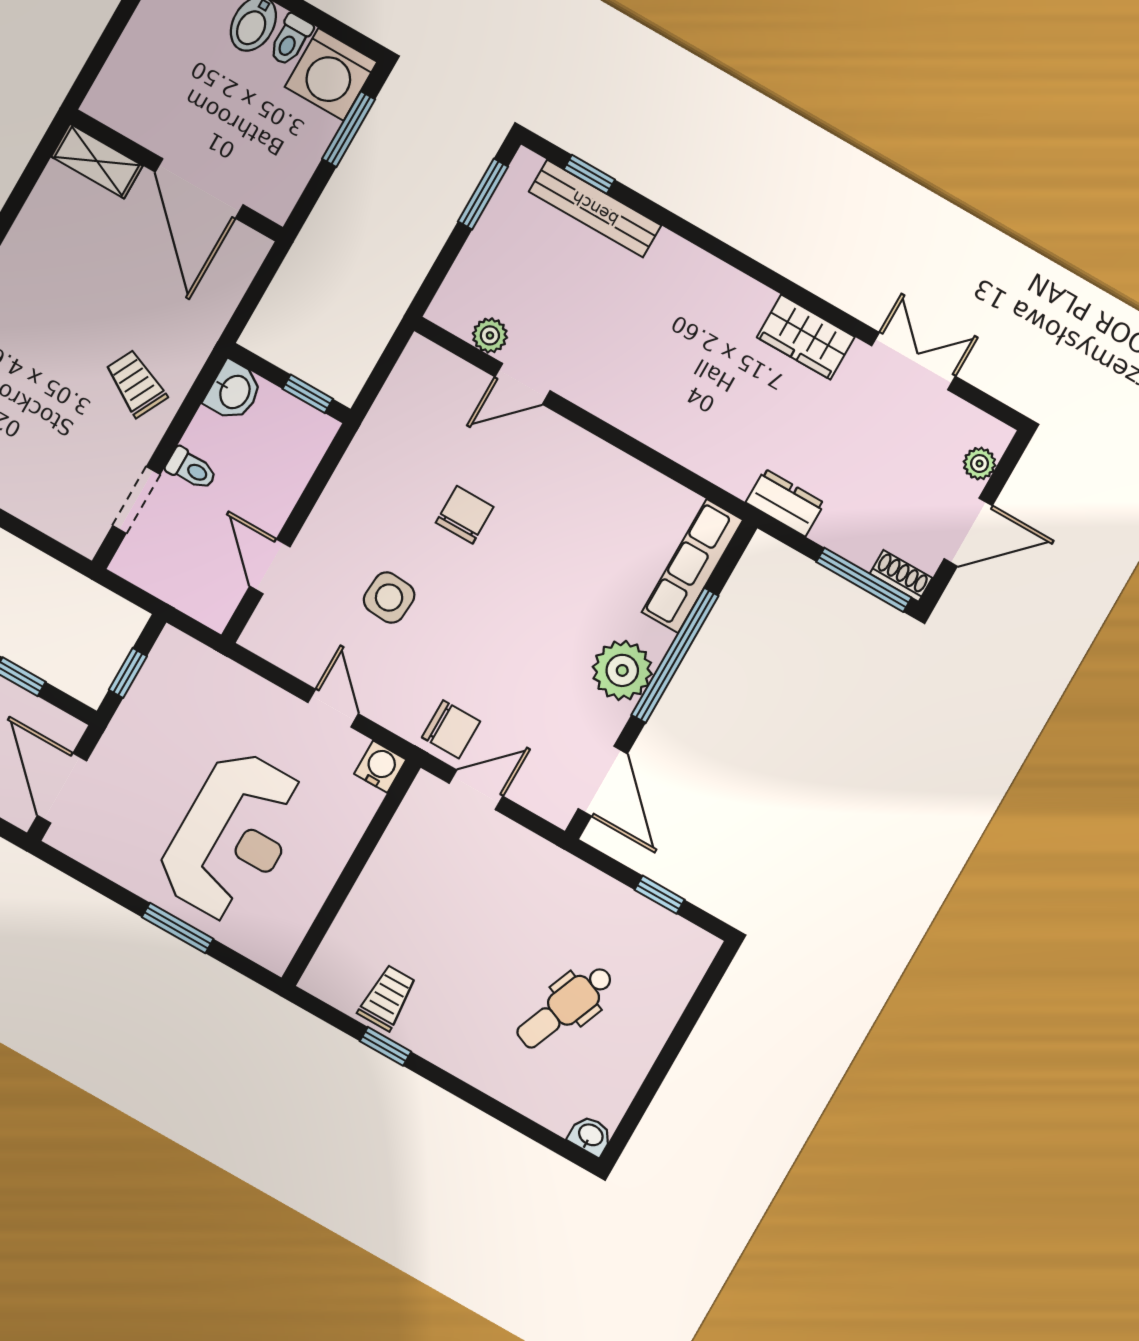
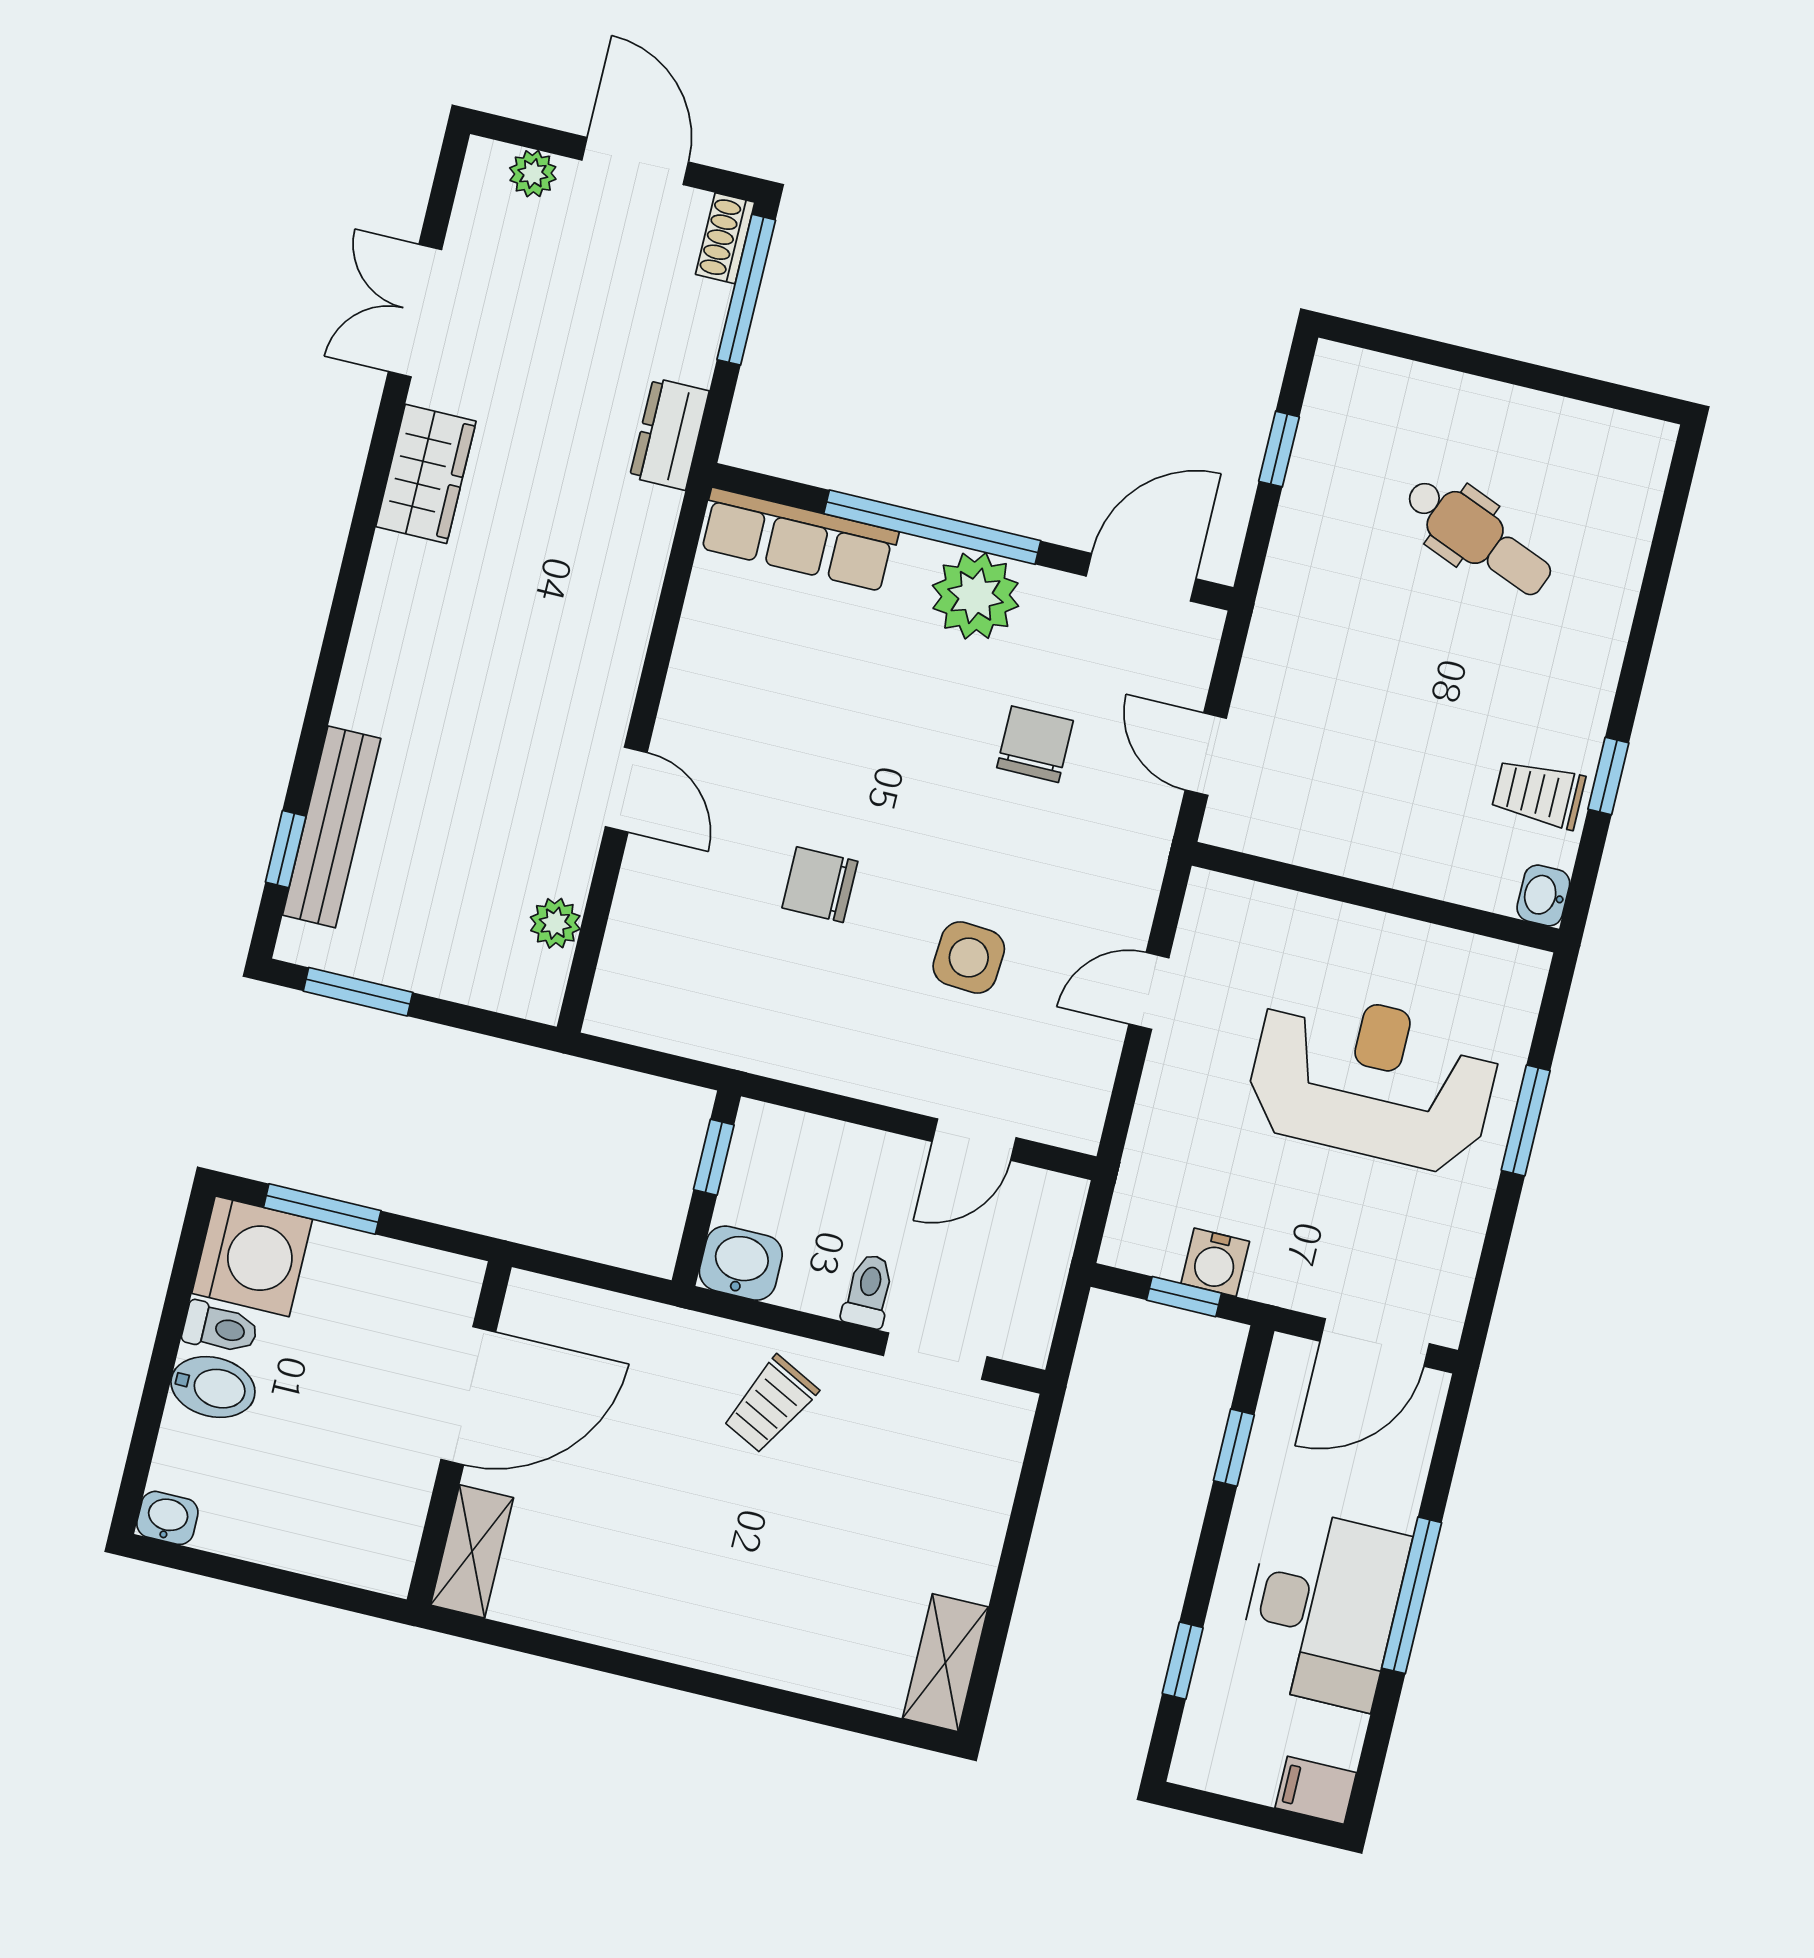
door: (523, 384) -> (626, 790), moved
chair: (451, 729) -> (1035, 744), moved
water cooler: (380, 767) -> (1215, 1262), moved, turned -90
washbasin: (590, 1136) -> (1543, 895), moved

